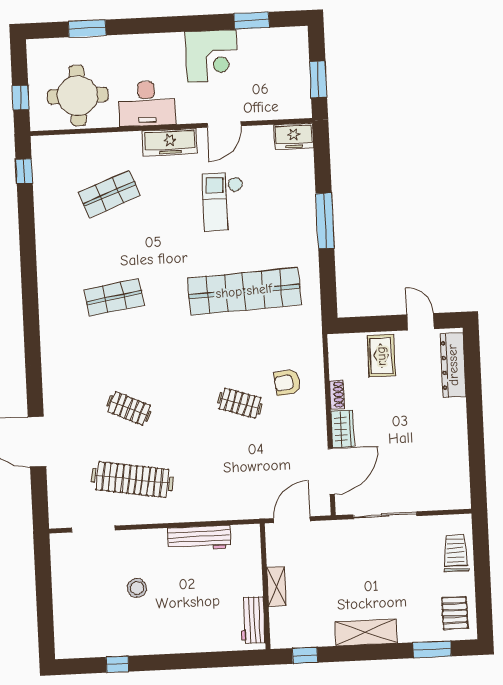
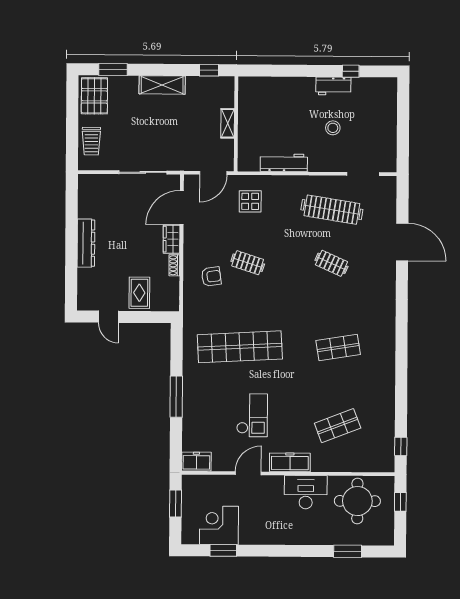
corner desk: (211, 56) -> (219, 525), moved
dresser: (453, 365) -> (86, 243), moved
display table: (241, 485) -> (250, 201), added
pallet: (455, 613) -> (94, 96), width x1.50, depth x1.42
workbench: (253, 620) -> (333, 86), moved, turned 90

